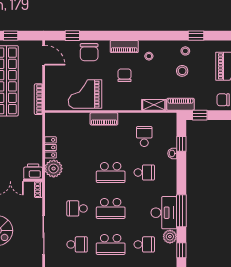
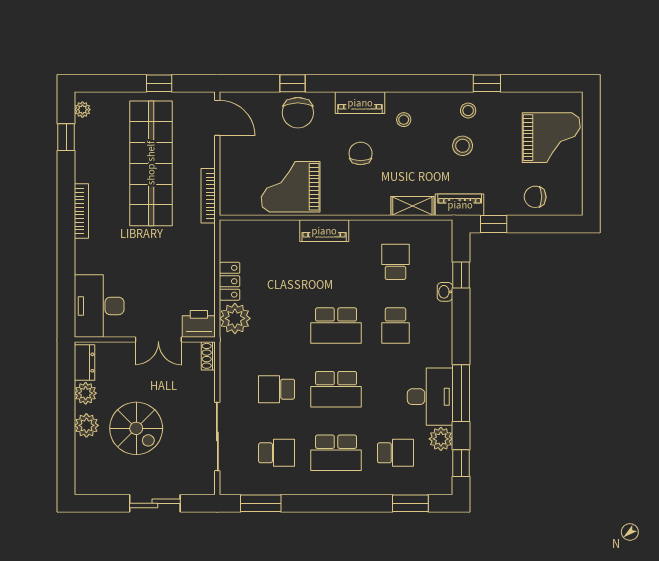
window: (72, 36) -> (292, 83), moved
school desk: (144, 172) -> (395, 326), turned 90

